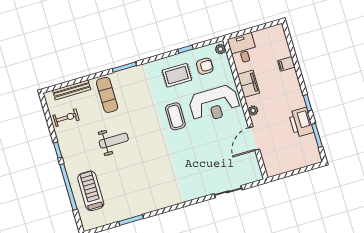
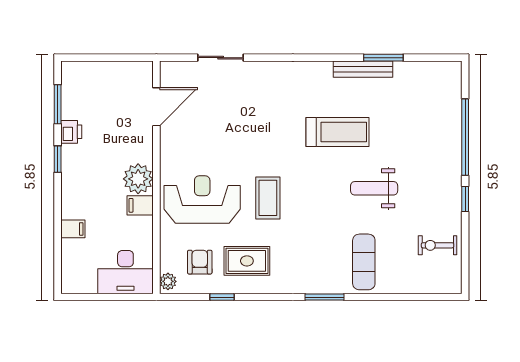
desk: (243, 49) -> (125, 272), width x1.37
armchair: (205, 66) -> (200, 262), turned 90
filing cabinet: (248, 84) -> (140, 205), width x0.50
bench: (72, 90) -> (363, 69), moved
plant: (253, 111) -> (138, 179), width x1.88, depth x1.88
printer: (301, 122) -> (71, 132), width x0.53, depth x0.68
door: (254, 139) -> (156, 107), moved
treadmill: (91, 191) -> (337, 132), moved, turned -90

